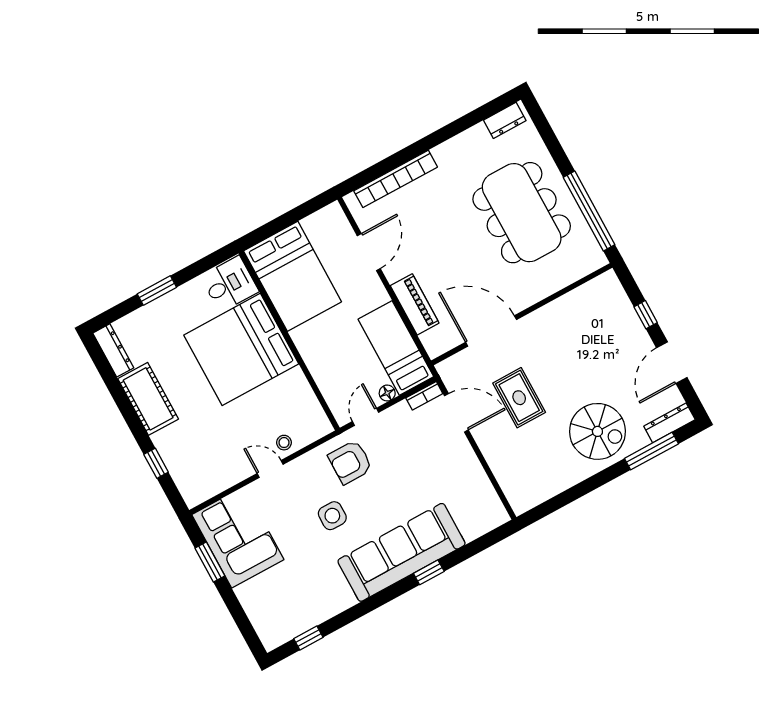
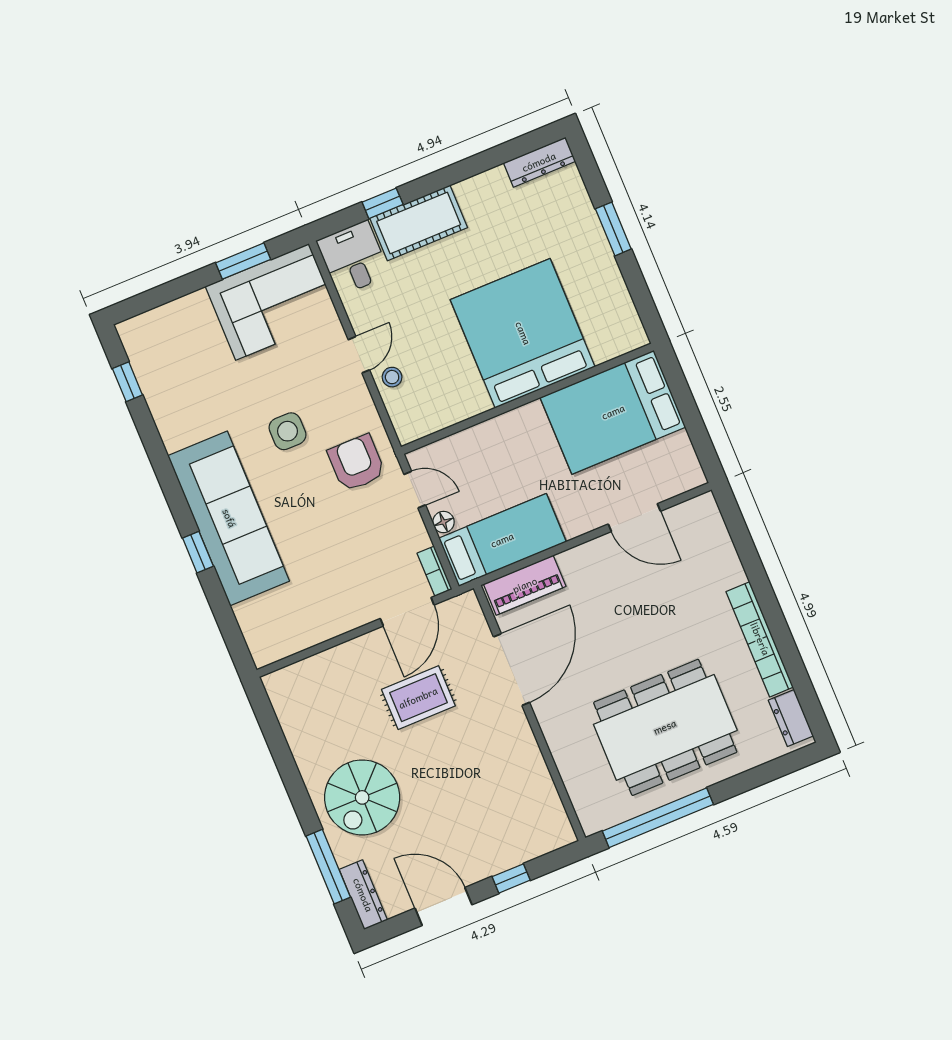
bookcase: (396, 179) -> (760, 639), moved
desk: (230, 284) -> (353, 258), moved, turned 180
piano: (415, 304) -> (525, 585), moved
cot: (148, 399) -> (419, 223), moved

